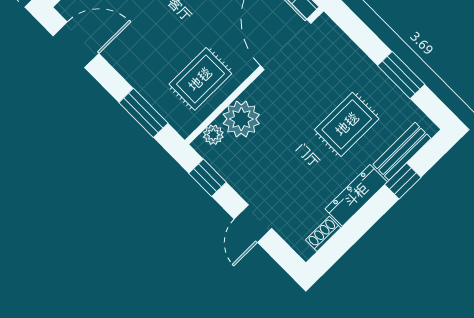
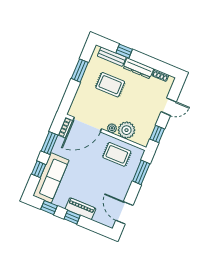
plant: (213, 135) -> (112, 128), moved

